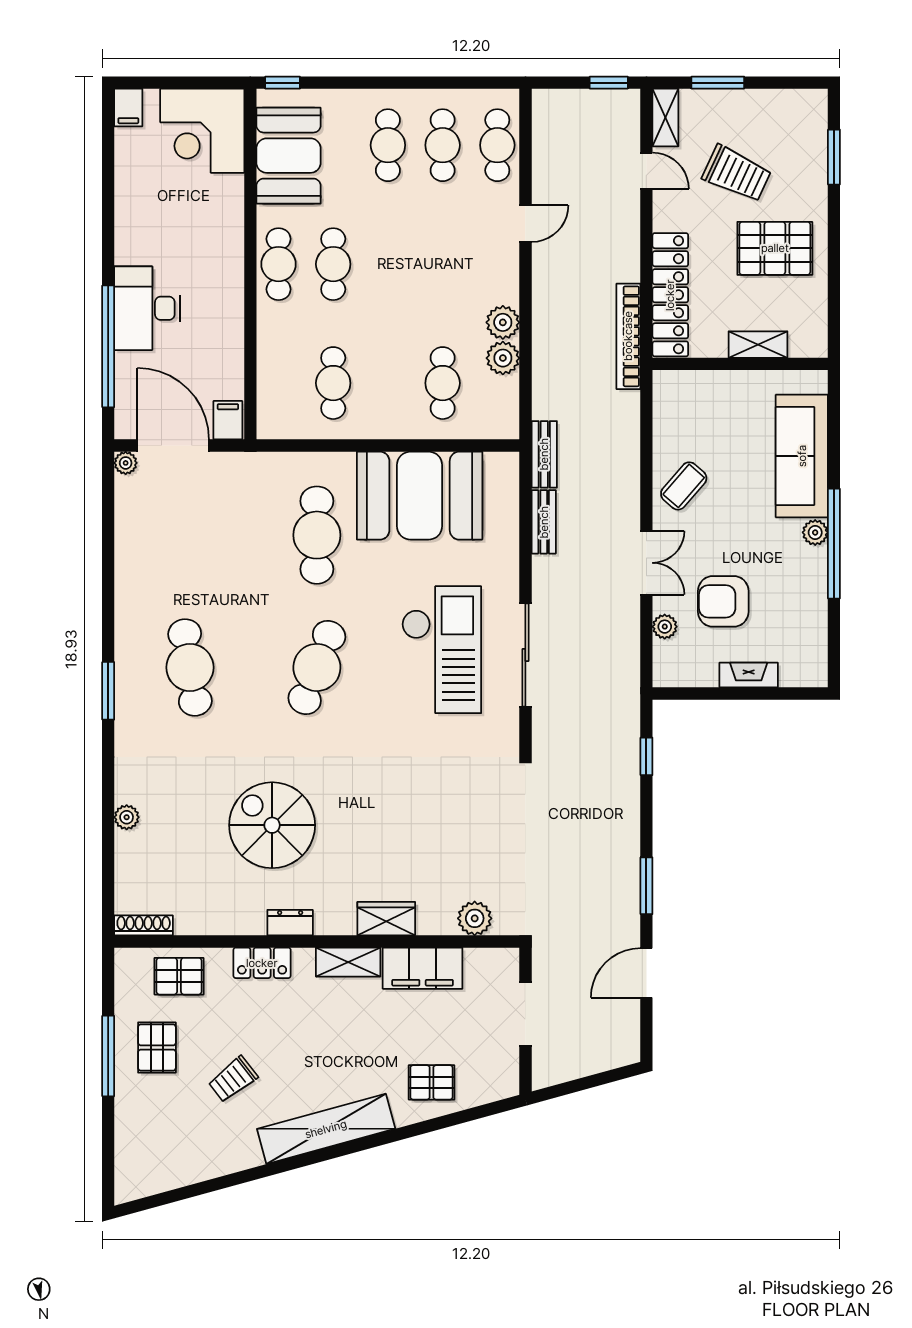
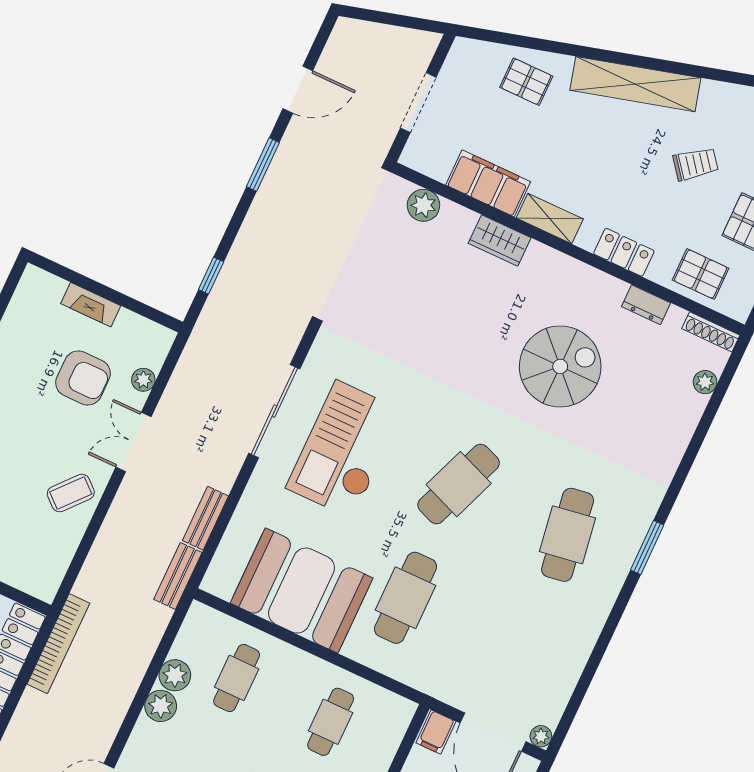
plant: (127, 817) -> (705, 382), moved
spiral stairs: (272, 825) -> (560, 366), turned -90
dresser: (290, 923) -> (646, 305), moved

